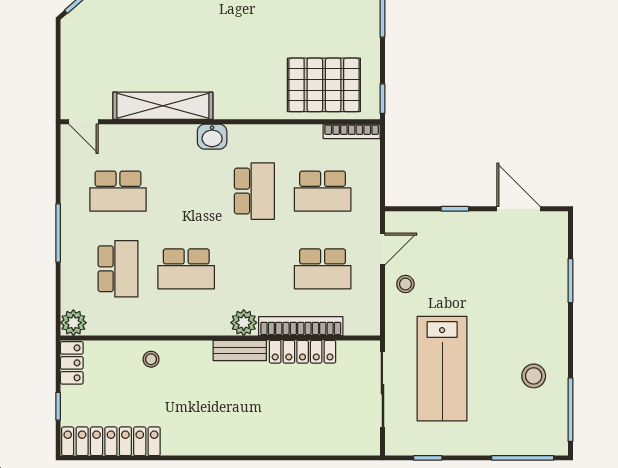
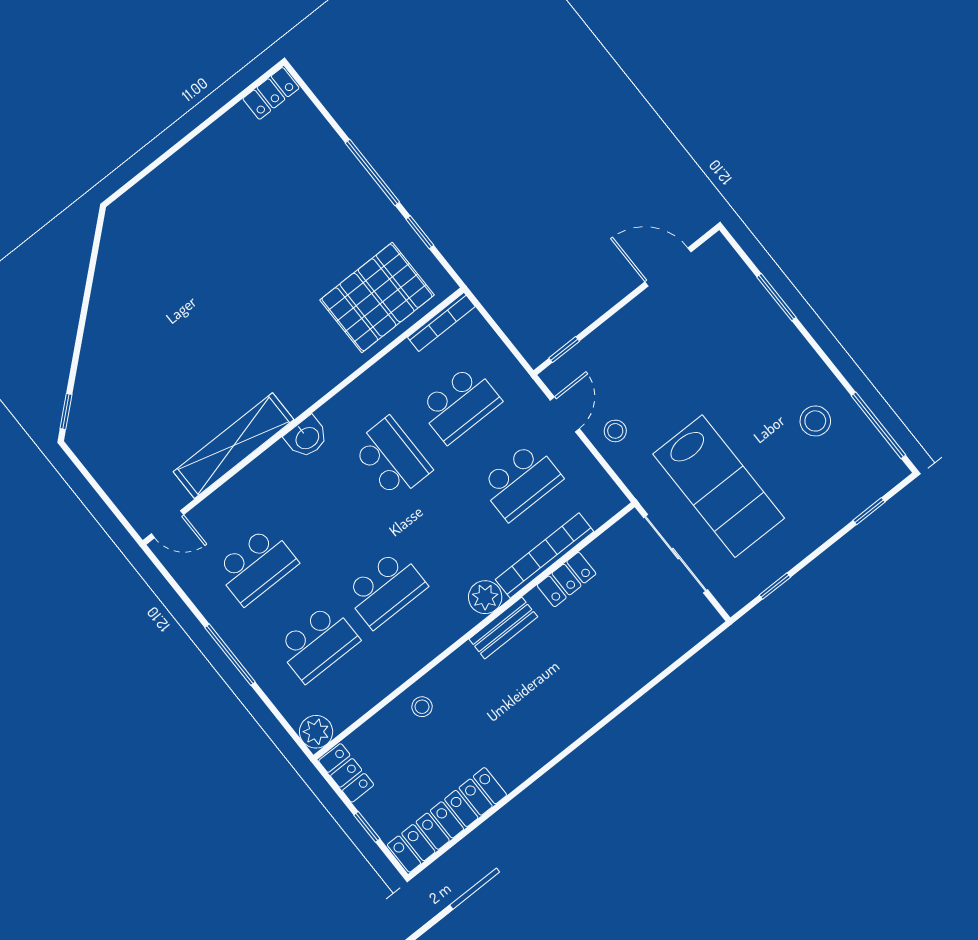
window: (382, 99) -> (420, 232), moved
window: (455, 209) -> (564, 350), moved
school desk: (118, 269) -> (318, 643), turned 90
locker: (303, 352) -> (567, 580), width x0.66
window: (523, 458) -> (869, 511), width x0.46

